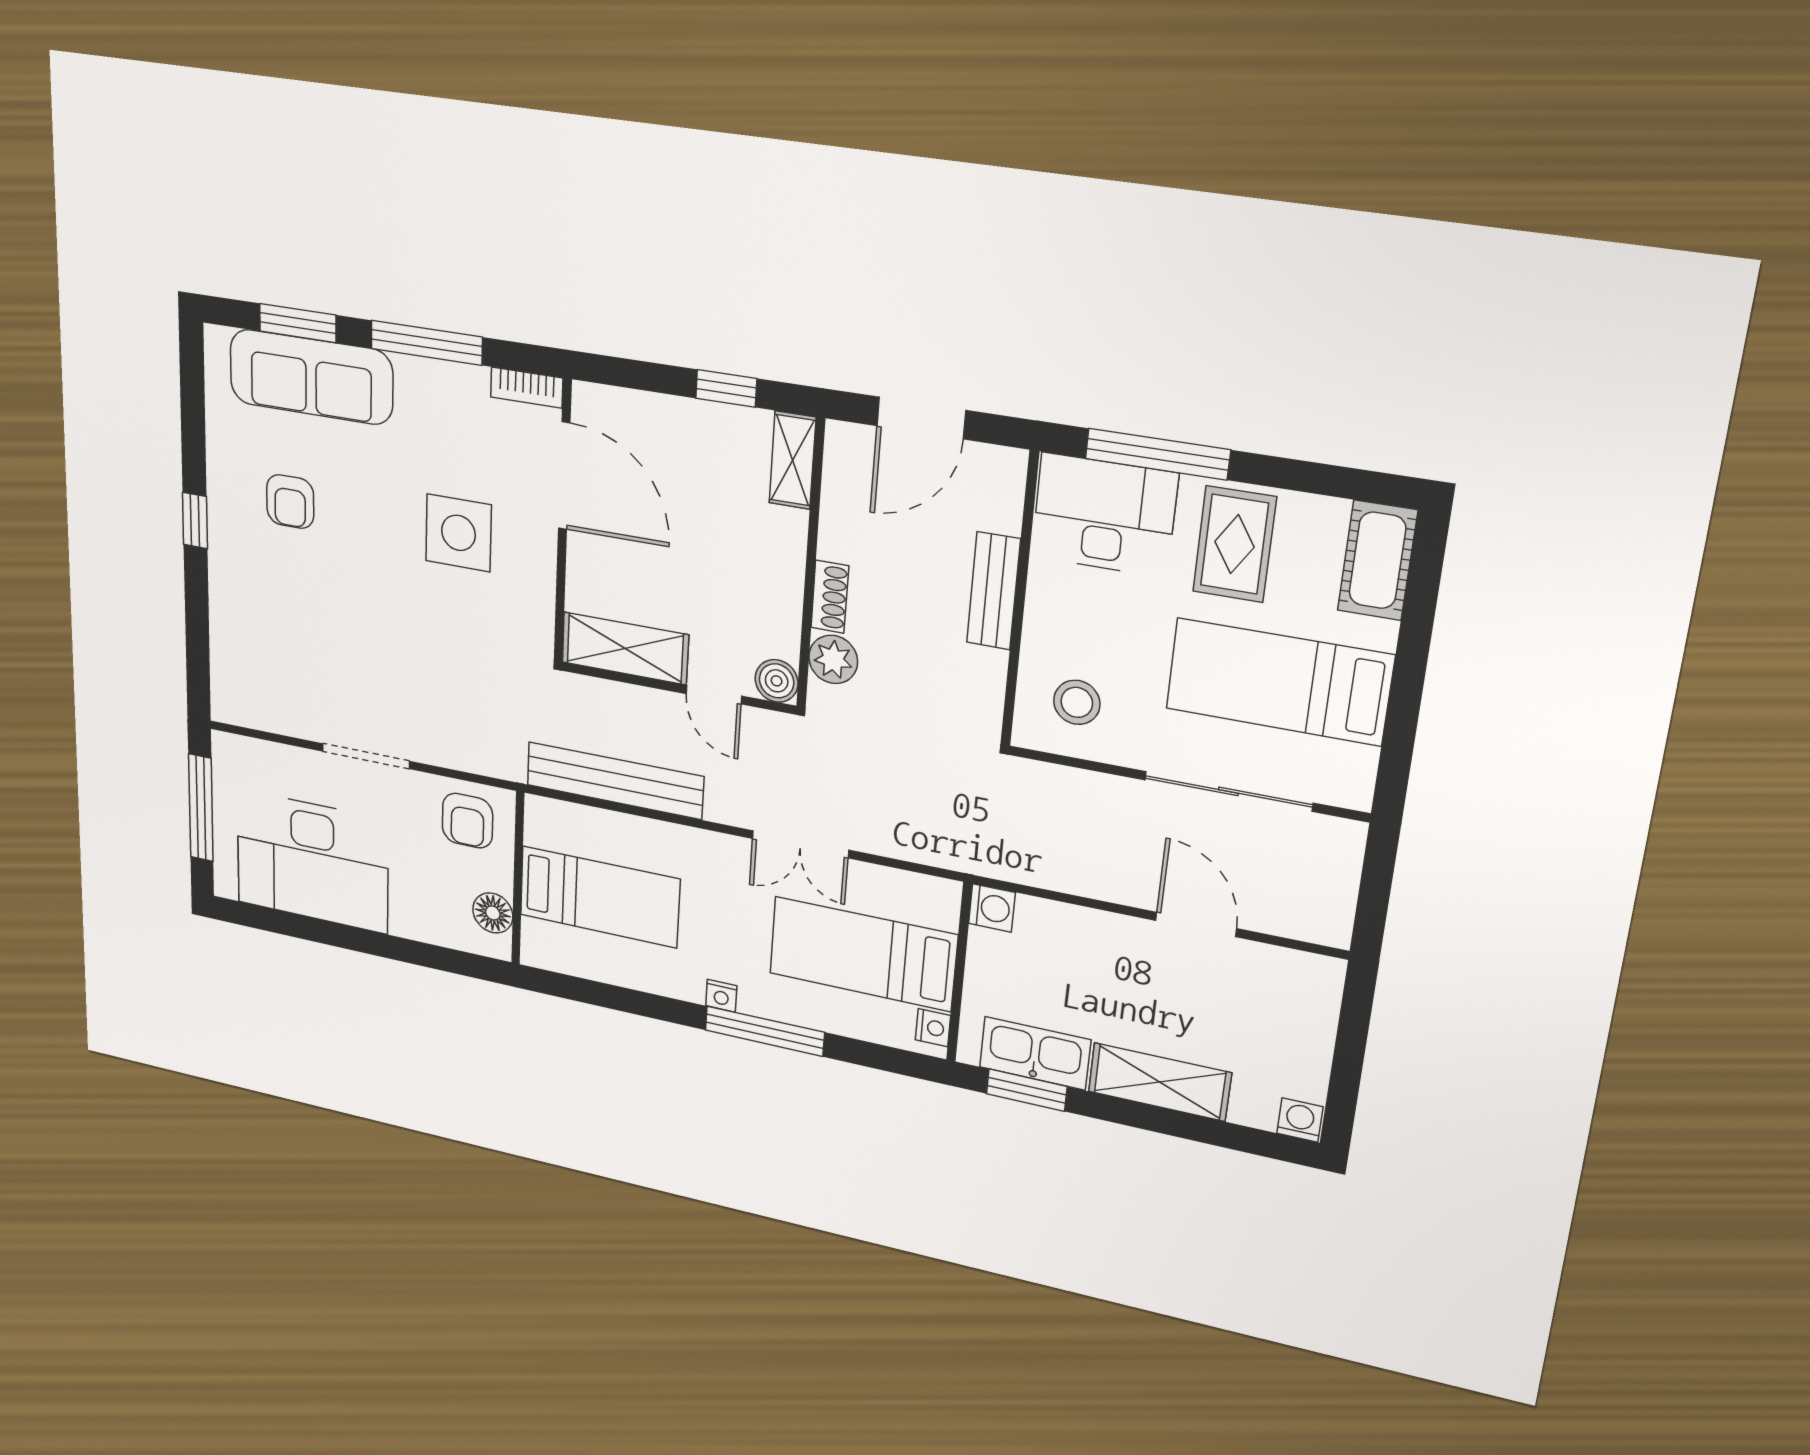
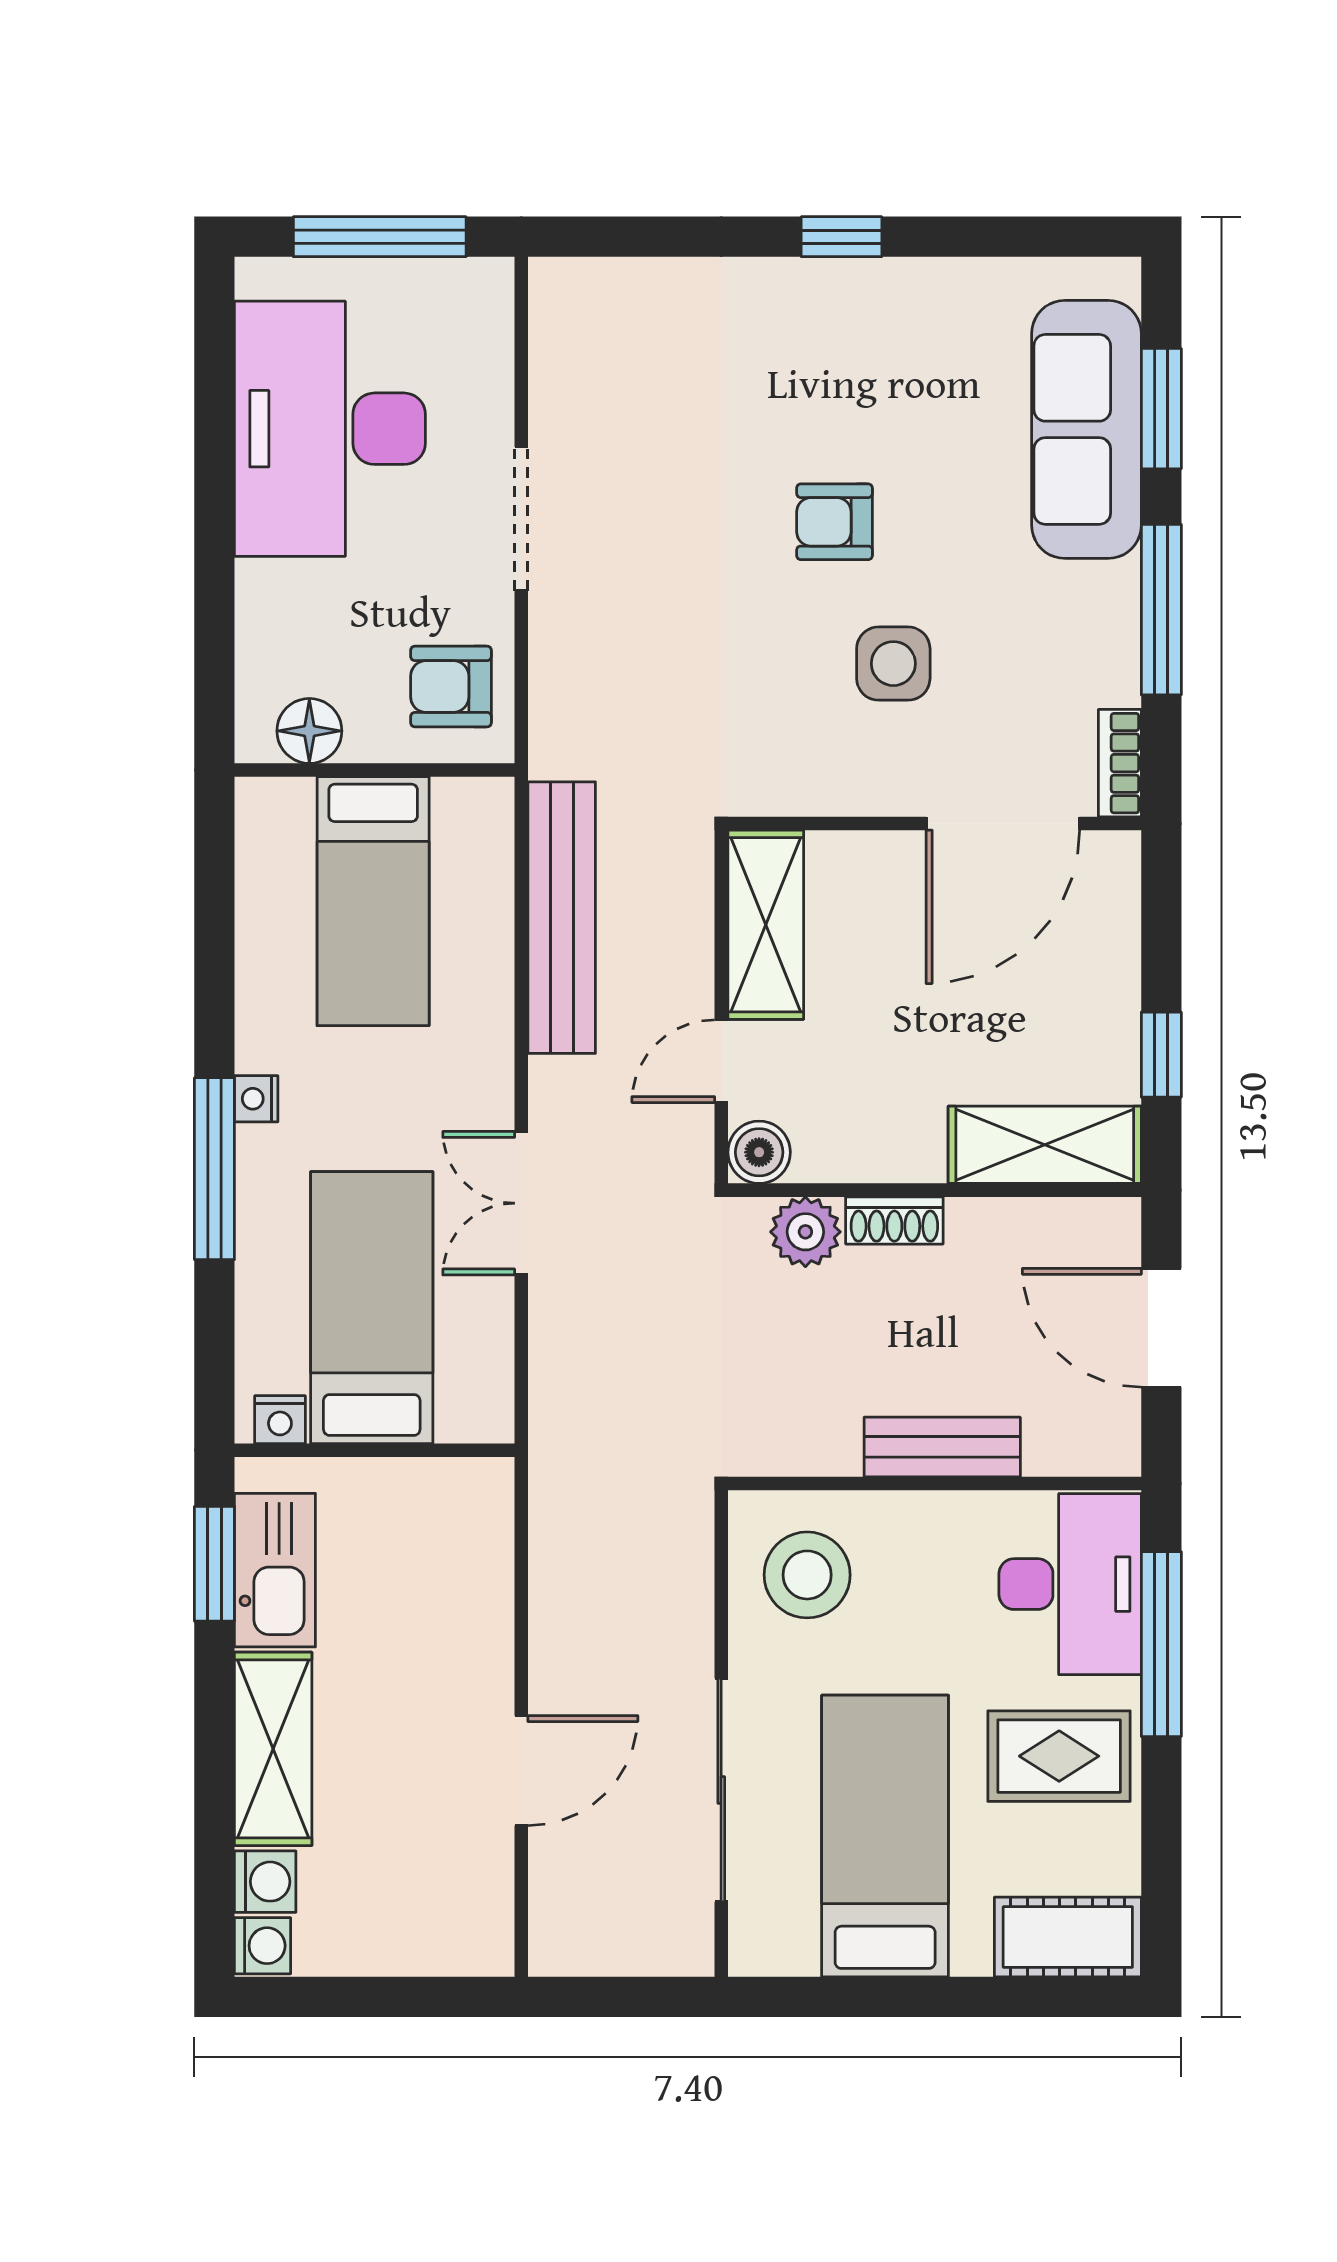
shelving: (792, 460) -> (1045, 1145), width x1.50, depth x1.33
armchair: (290, 502) -> (834, 522), moved
side table: (458, 533) -> (893, 664), width x0.73, depth x0.73
stool: (1077, 702) -> (807, 1575), width x1.38, depth x1.38
washing machine: (992, 908) -> (265, 1882), moved, turned -90

